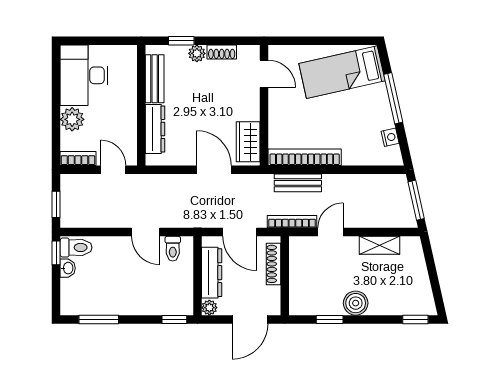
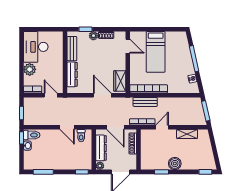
bed: (342, 72) -> (156, 52), moved, turned -77

